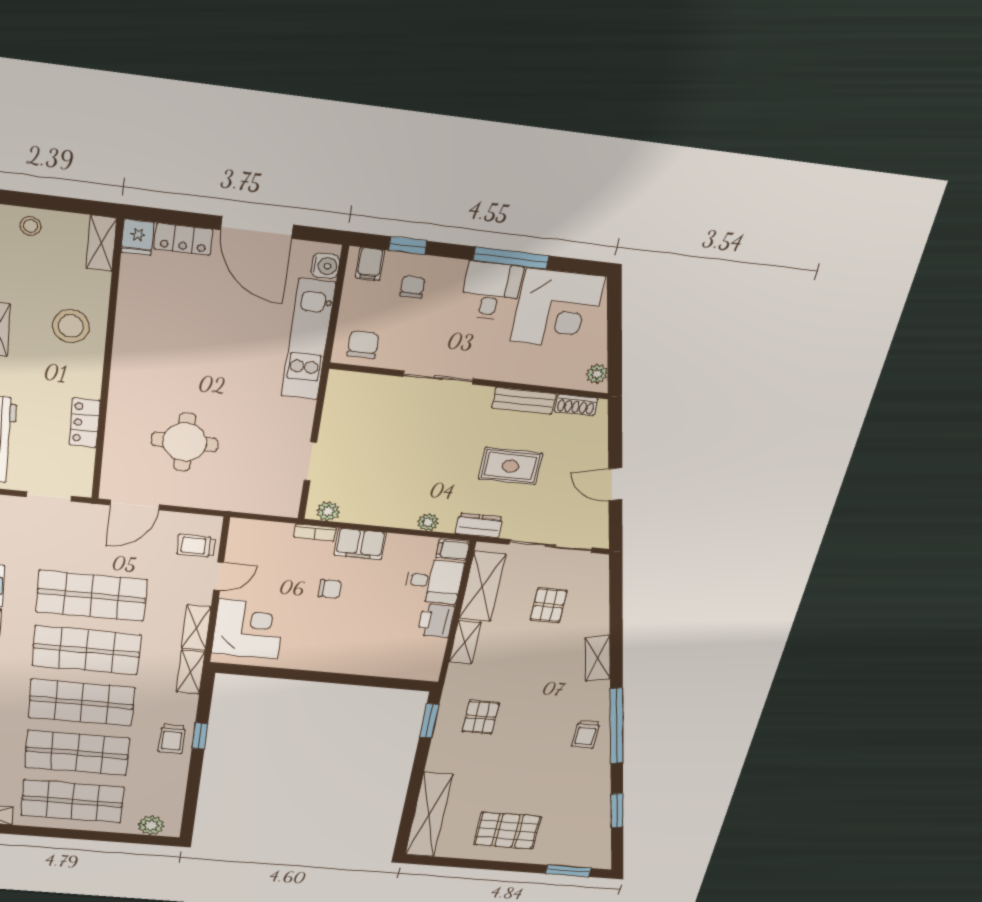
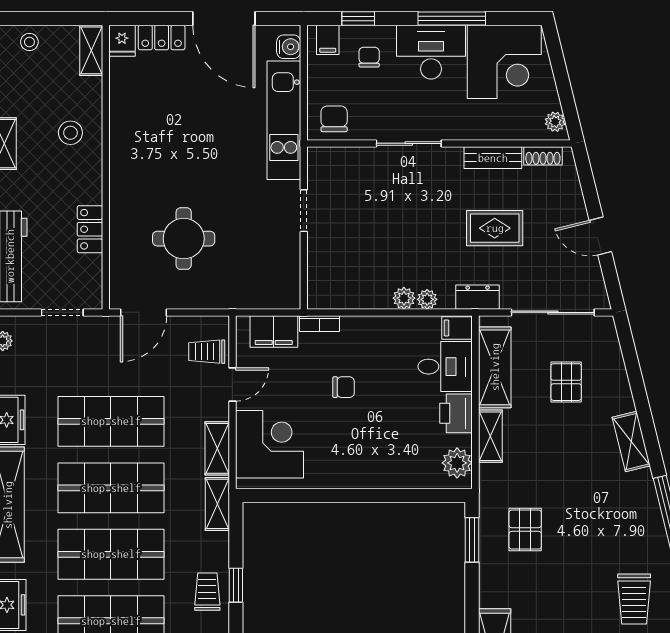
desk: (491, 291) -> (431, 52), width x1.37
stool: (71, 326) -> (70, 133), width x0.73, depth x0.73
doorway: (310, 461) -> (304, 211), moved
plant: (328, 511) -> (404, 298), moved
filing cabinet: (360, 544) -> (274, 331), moved
plant: (428, 660) -> (457, 463), added
trolley: (586, 734) -> (634, 599), moved, width x1.36, depth x1.39
trolley: (172, 739) -> (207, 592), turned 180

